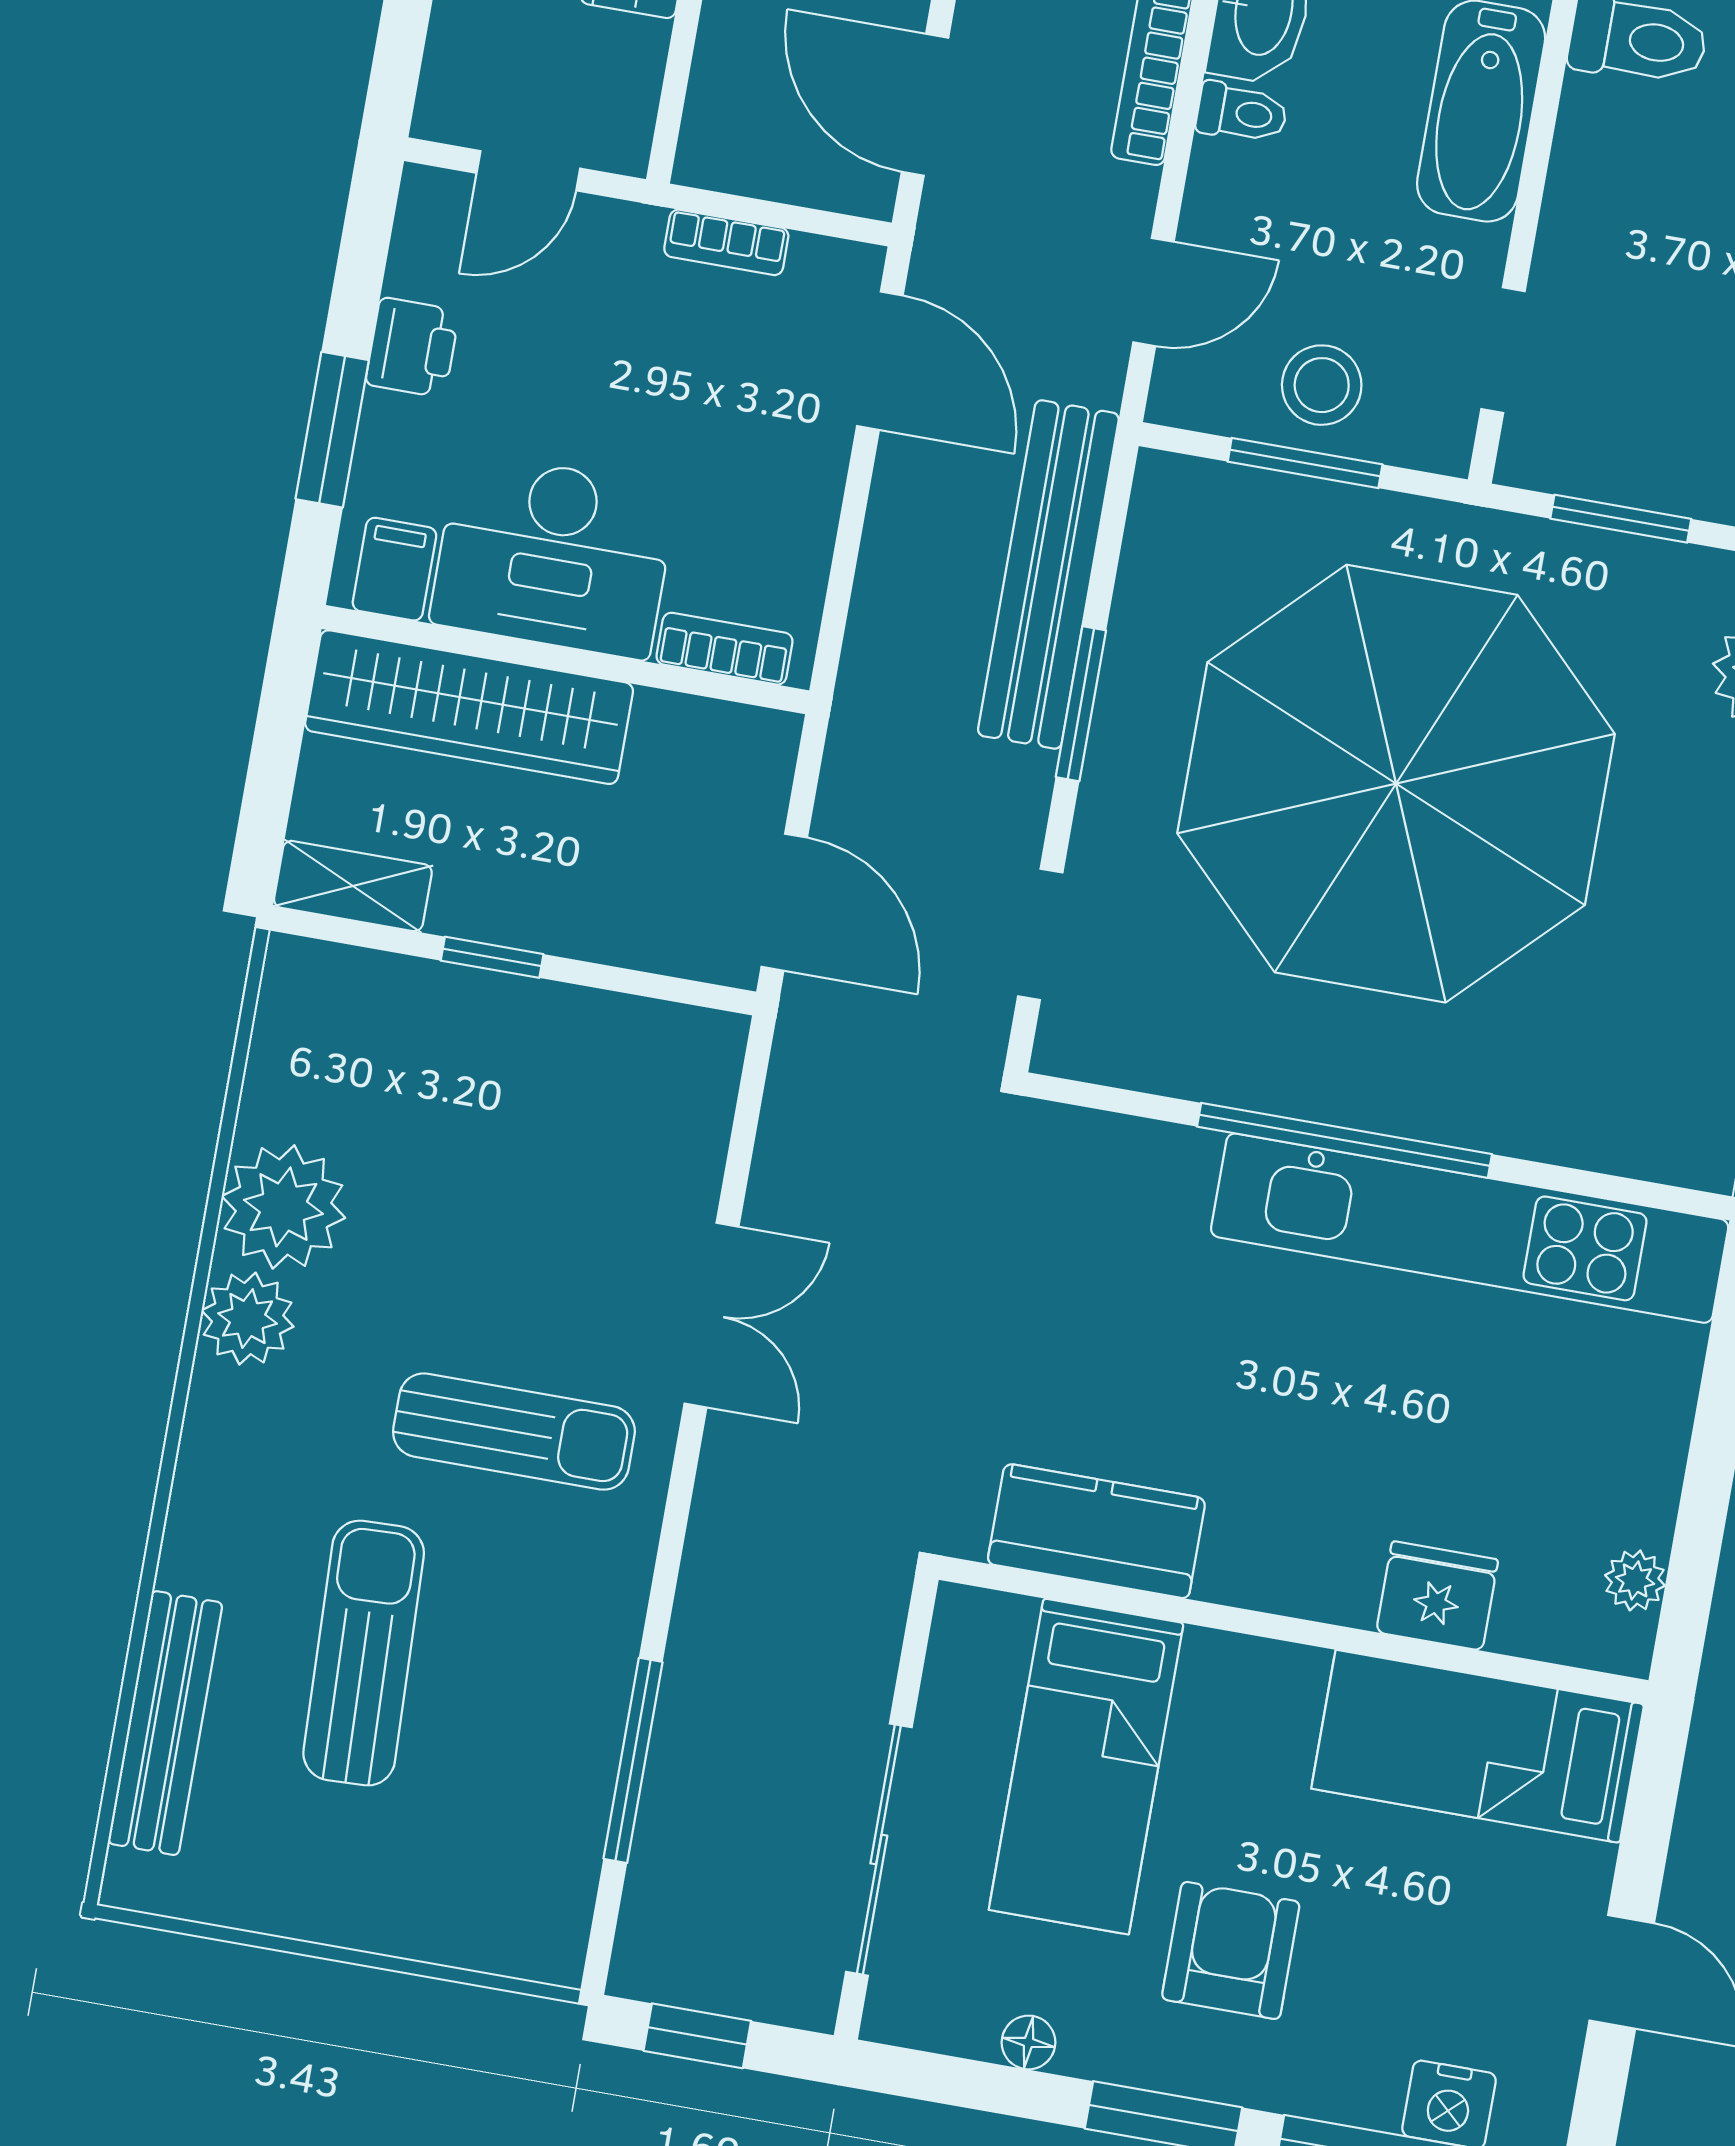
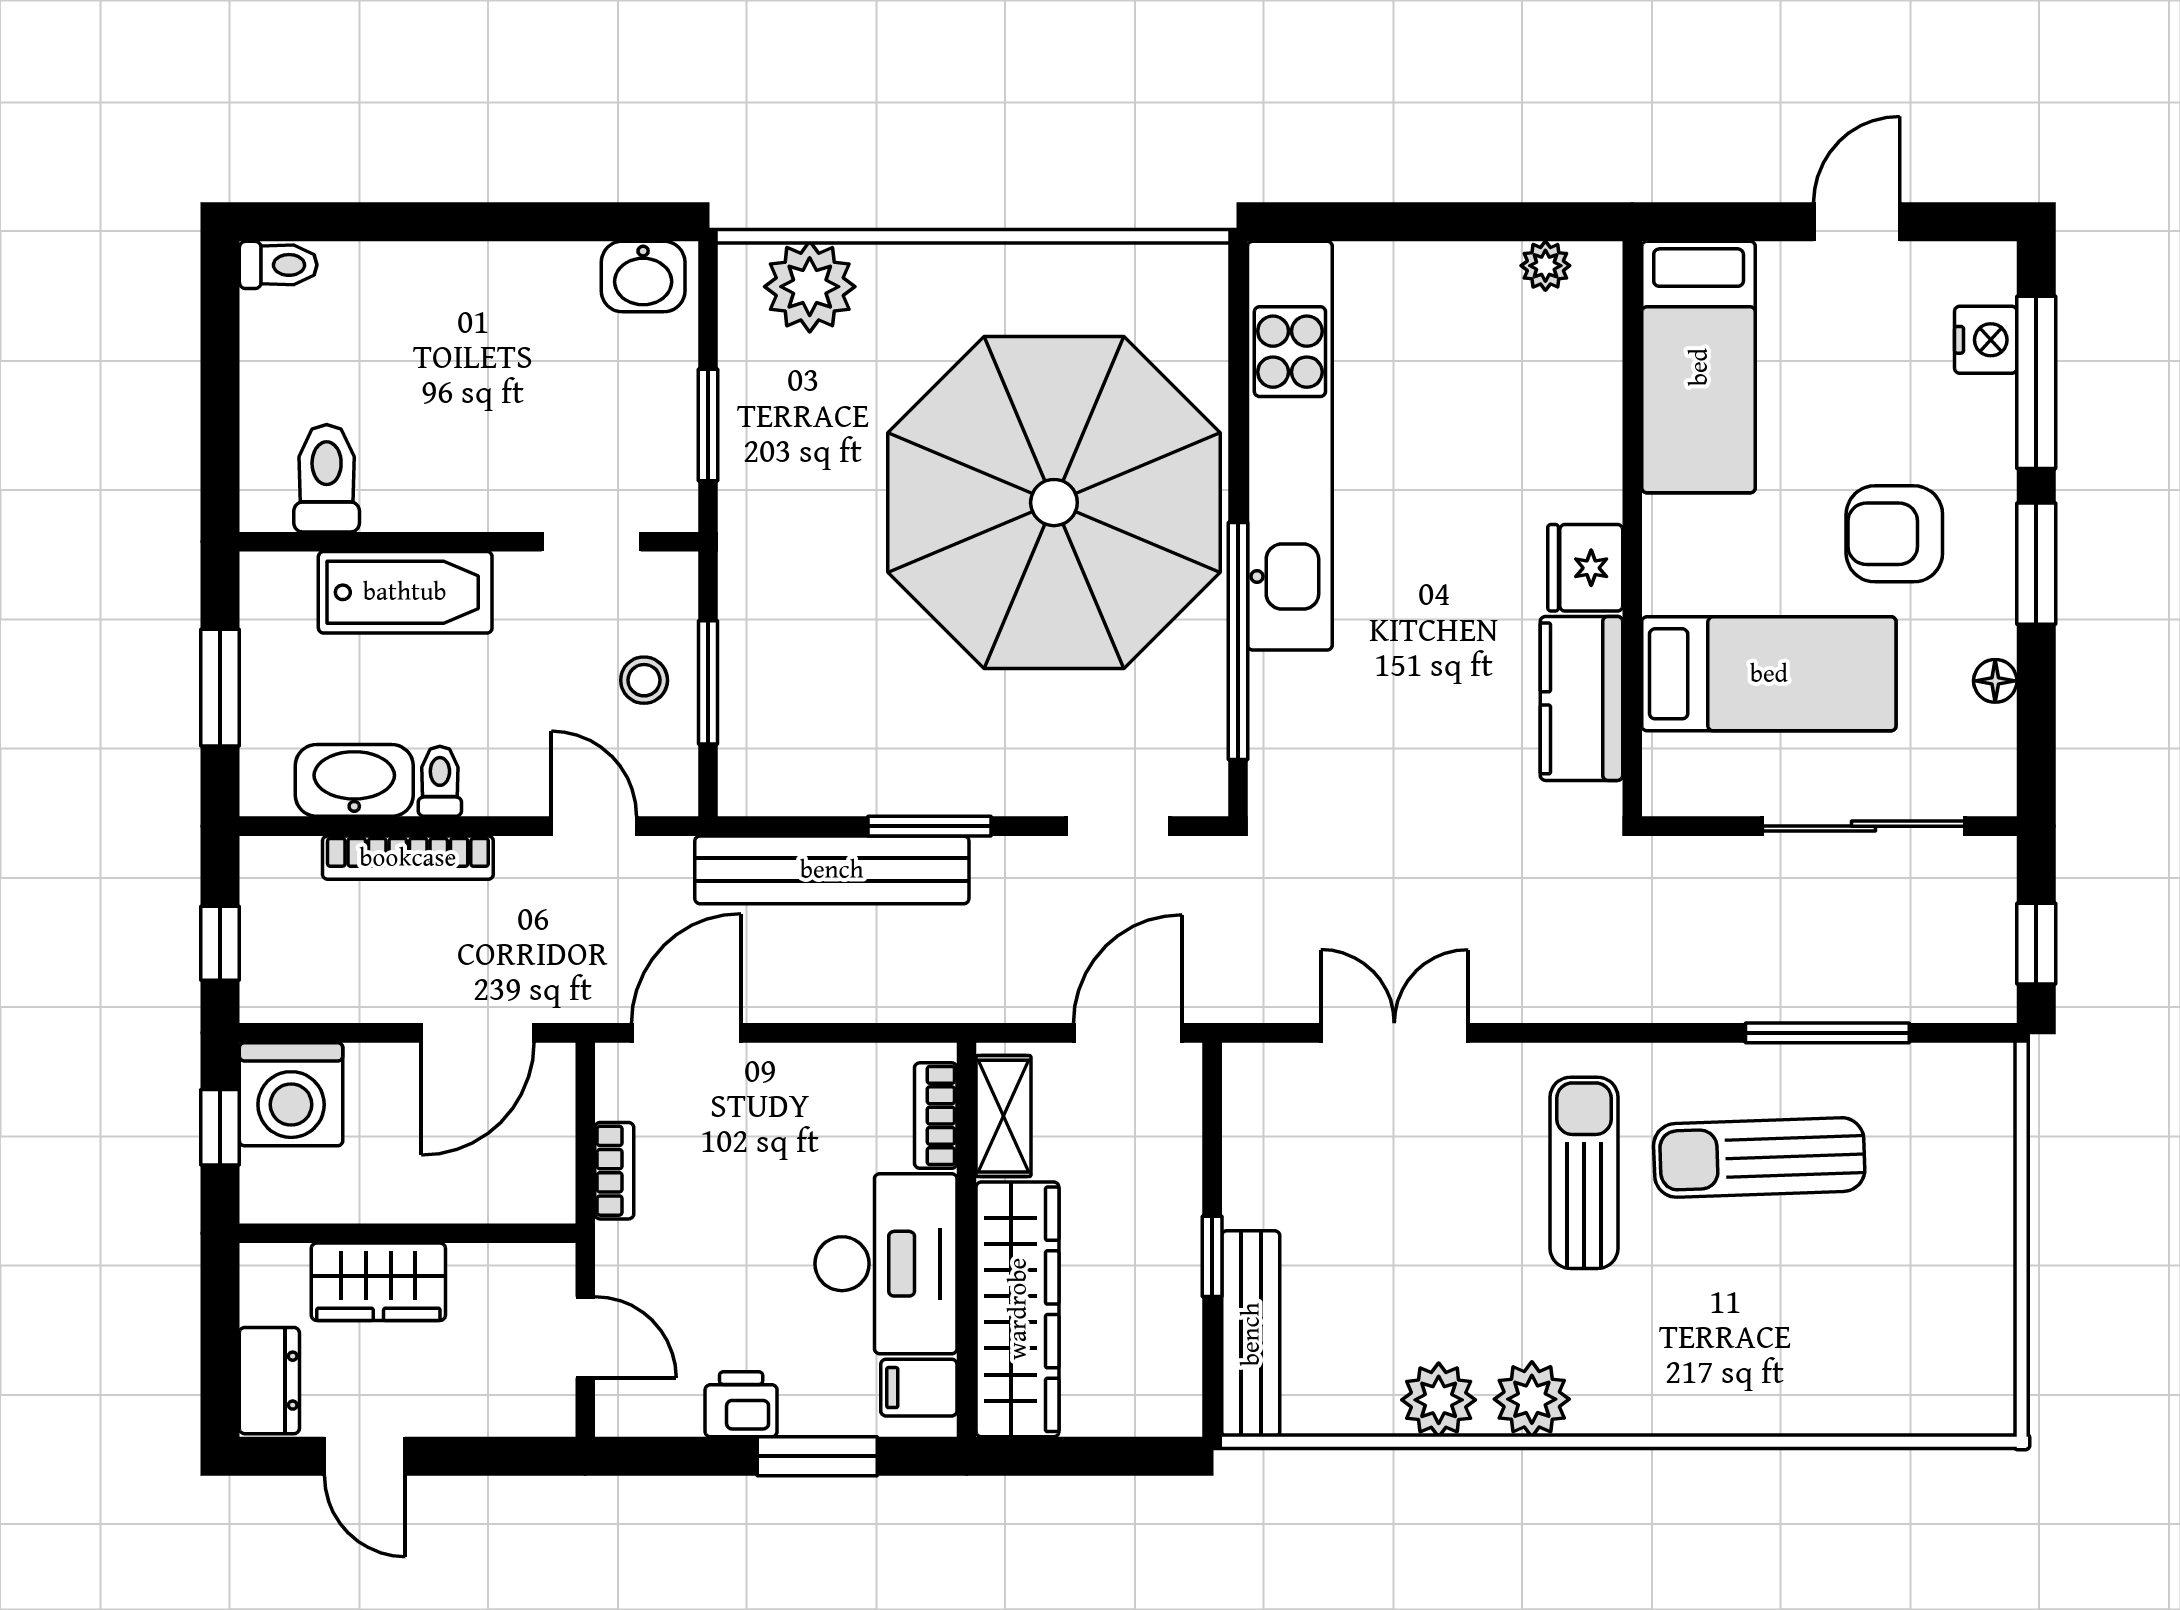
stool: (1322, 385) -> (644, 680), width x0.73, depth x0.73
parasol: (1396, 784) -> (1054, 503), moved
shelving: (353, 886) -> (1004, 1116), moved
window: (1344, 1140) -> (1238, 641), moved
plant: (283, 1207) -> (1439, 1400), width x0.73, depth x0.73
double door: (712, 1315) -> (1394, 1033), moved
fridge: (1437, 1596) -> (1585, 568), moved
sun lounger: (364, 1653) -> (1759, 1157), moved
bench: (165, 1723) -> (1251, 1334), moved, turned 90

